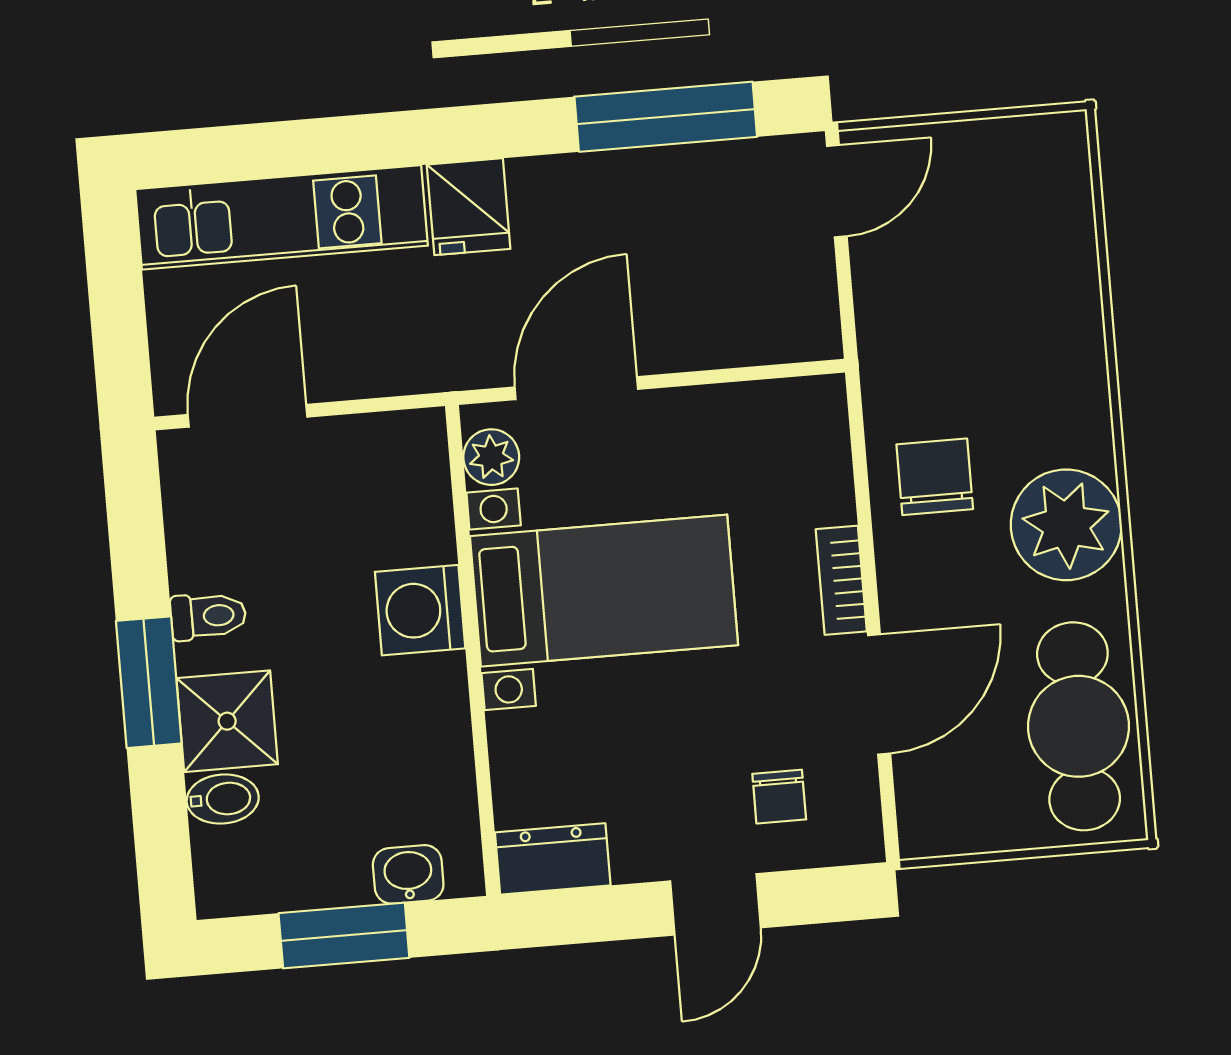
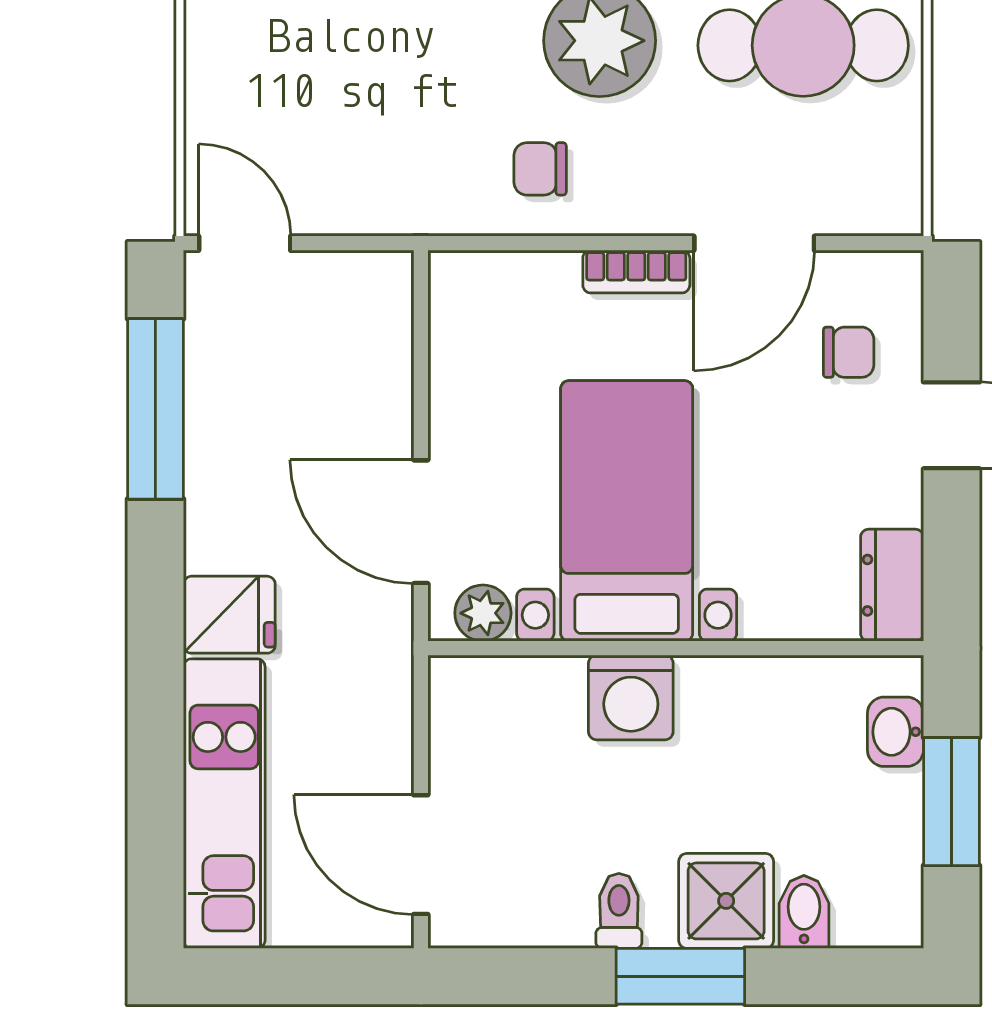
chair: (935, 477) -> (540, 169), width x0.73, depth x0.73
door: (879, 694) -> (754, 243), swing flipped

